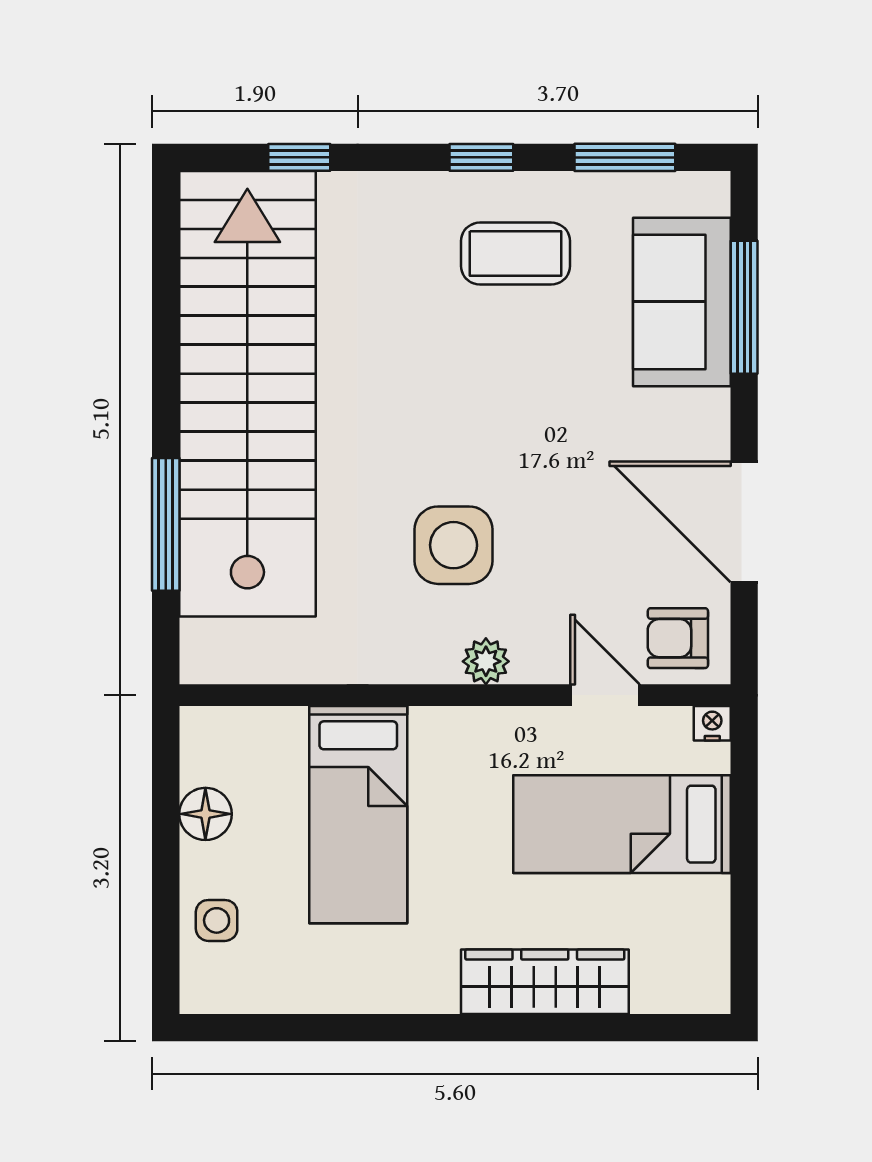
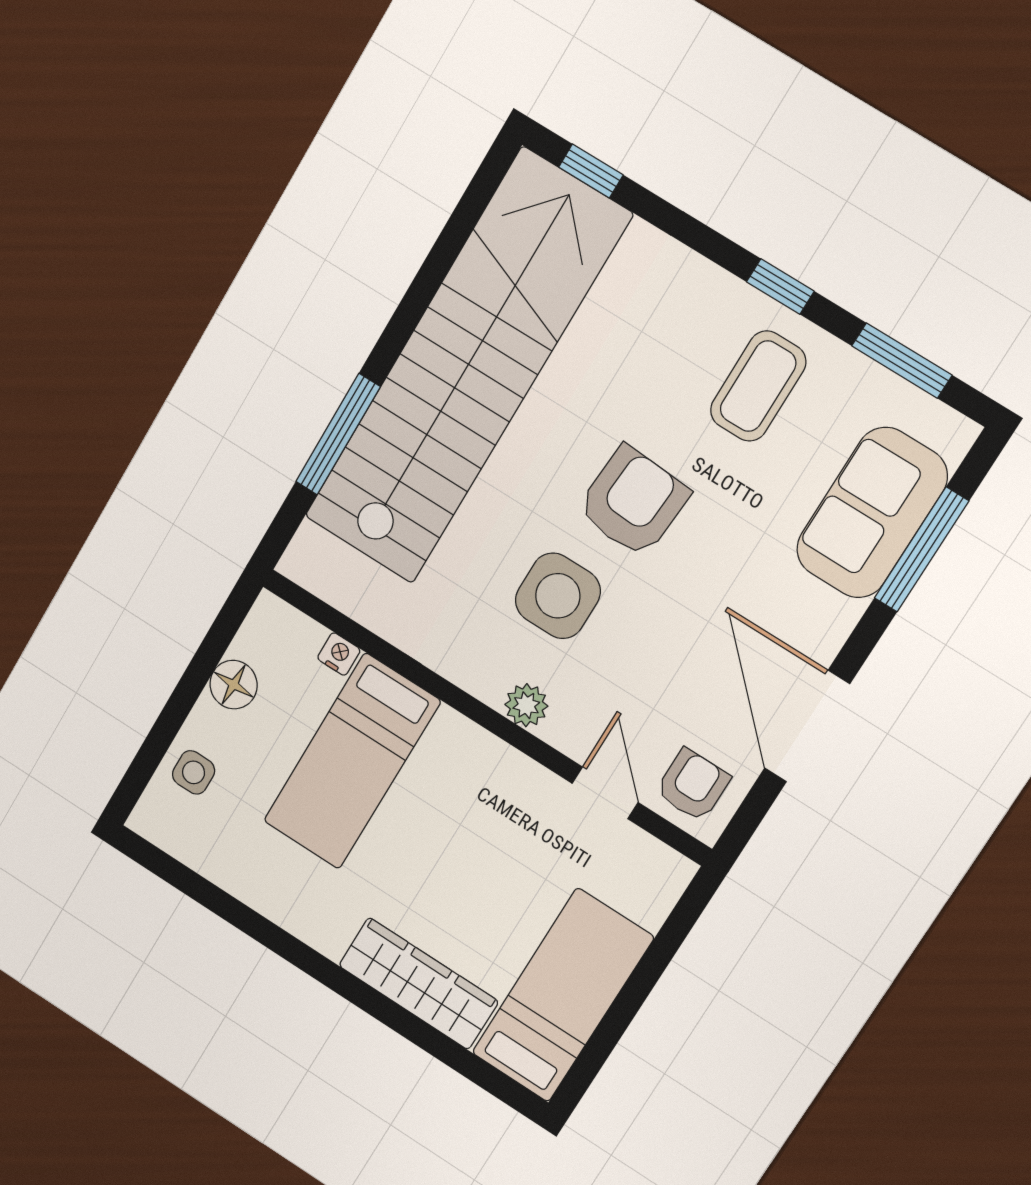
window: (299, 157) -> (591, 171), moved
coffee table: (516, 254) -> (758, 386), turned 90
armchair: (469, 420) -> (633, 502), added
armchair: (678, 638) -> (693, 785), turned 90
nightstand: (712, 723) -> (339, 654), moved
bed: (622, 824) -> (563, 995), moved, turned 90

